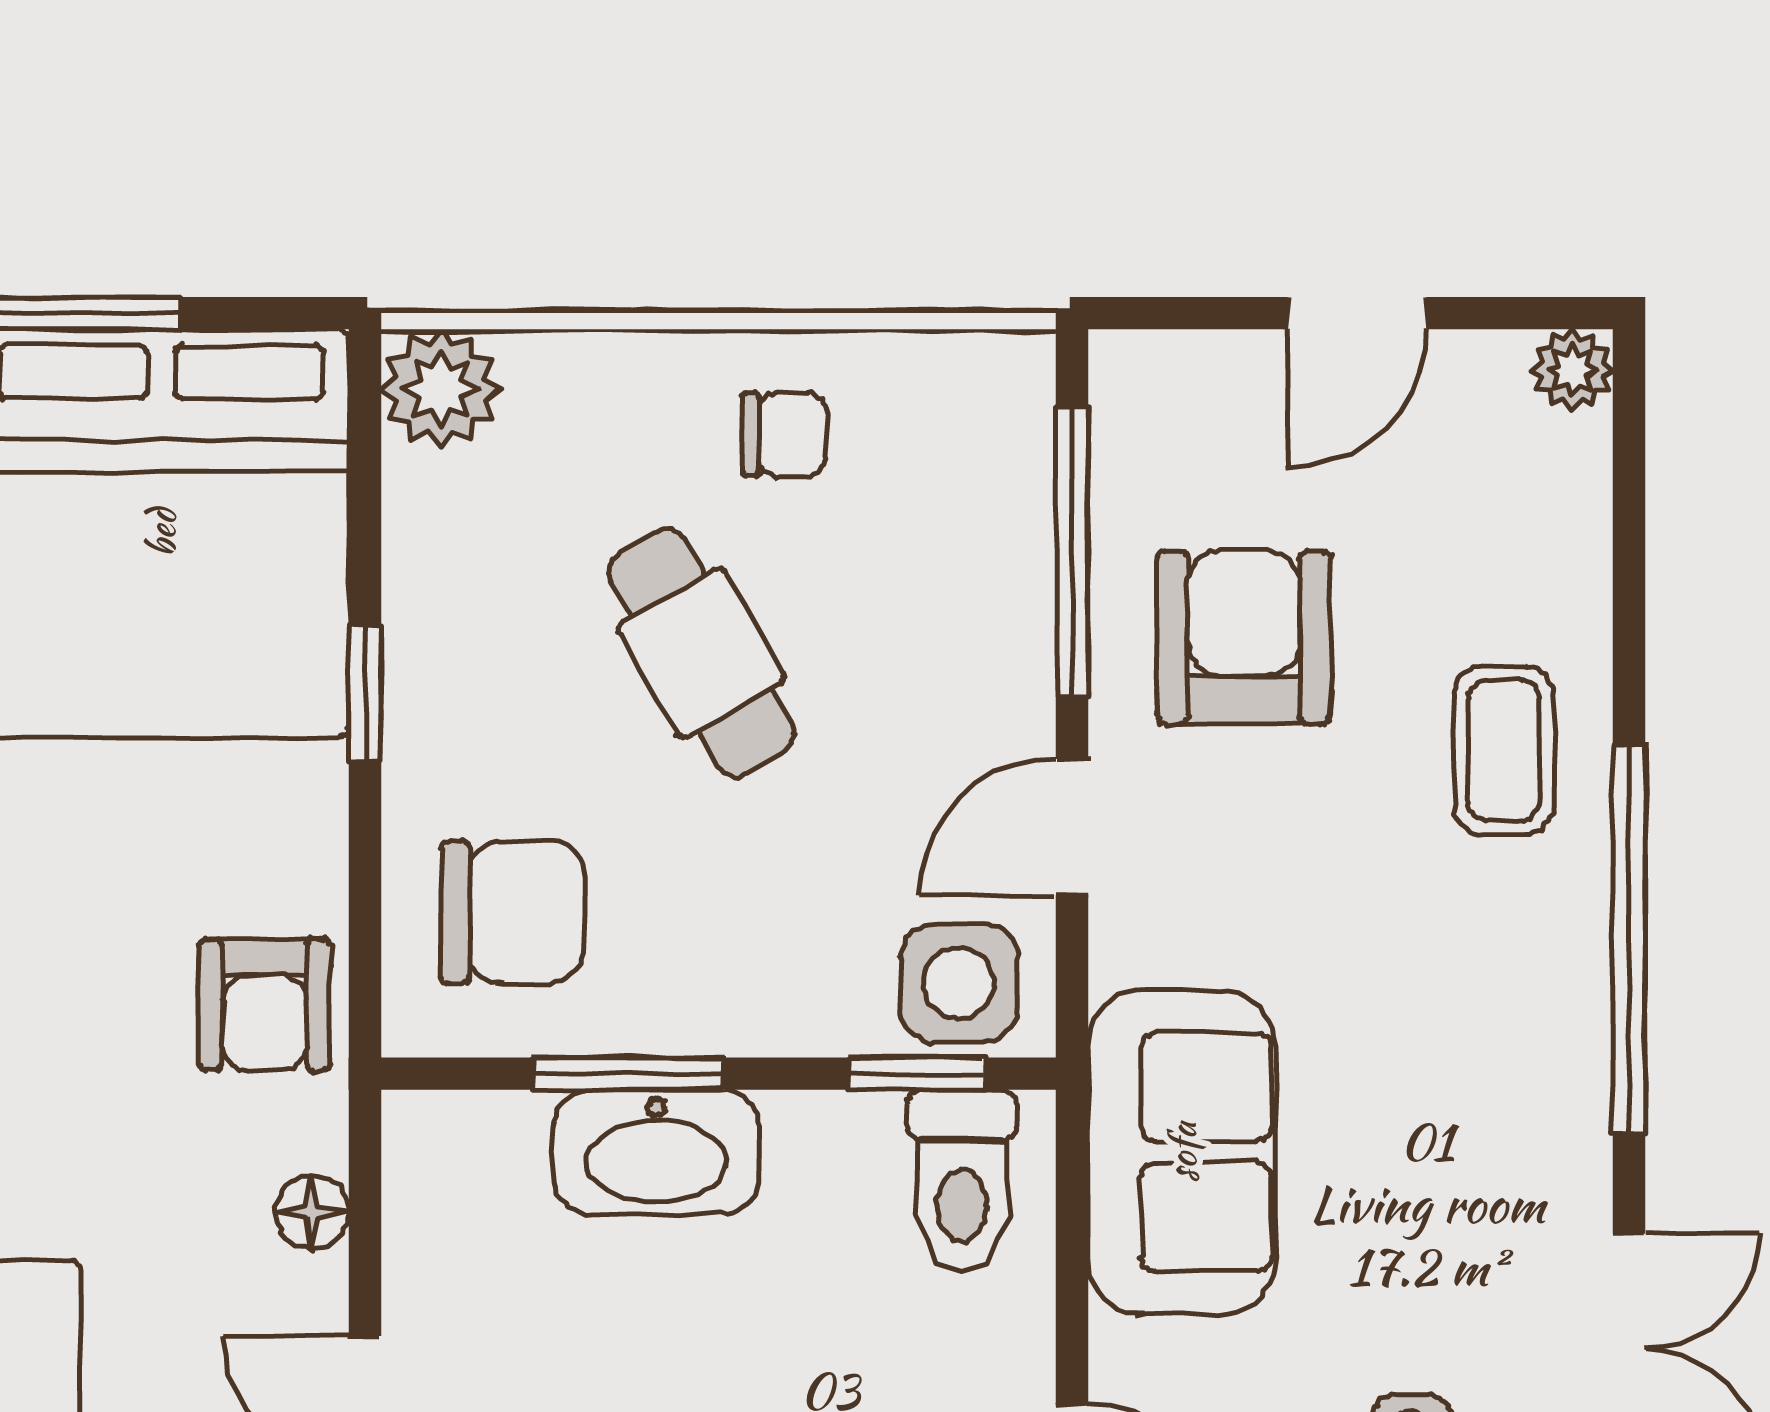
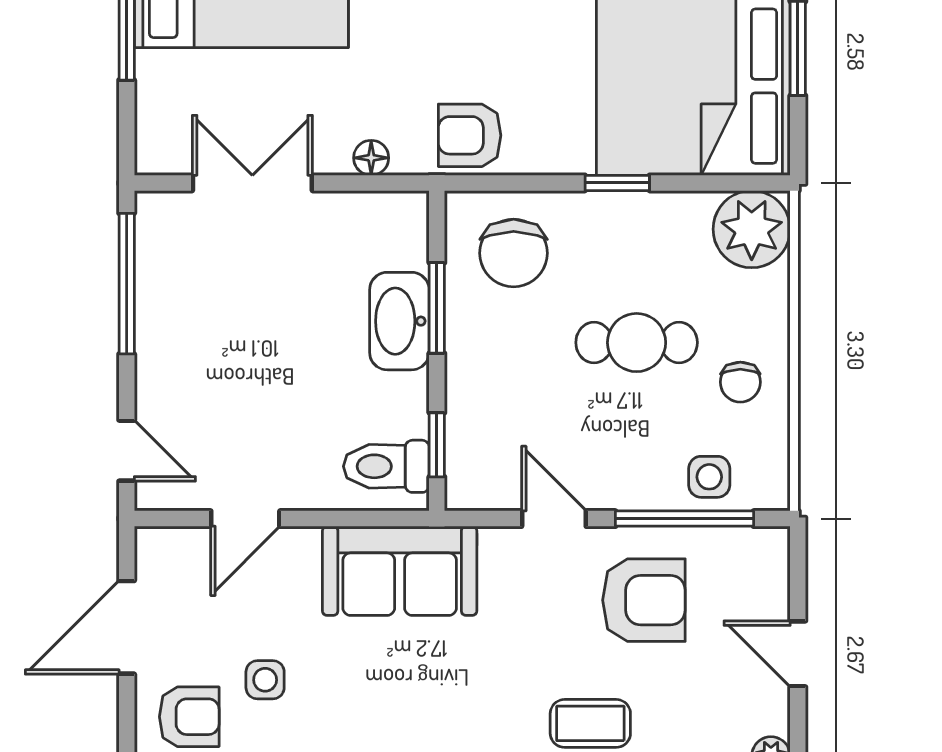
plant: (441, 389) -> (752, 229), width x1.36, depth x1.36
cafe table: (701, 653) -> (637, 343), turned 30
side table: (959, 983) -> (709, 477), moved, width x0.73, depth x0.73

